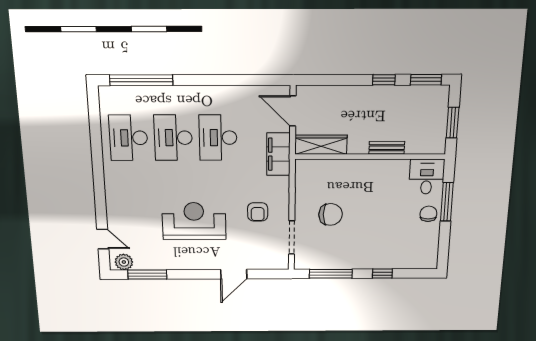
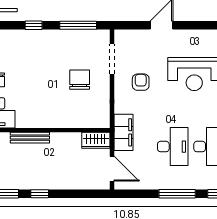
window: (211, 80) -> (177, 194), added
wardrobe: (321, 145) -> (96, 140), width x0.67
bench: (387, 148) -> (30, 138), width x1.36
chair: (331, 214) -> (80, 80), turned 90

